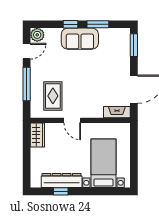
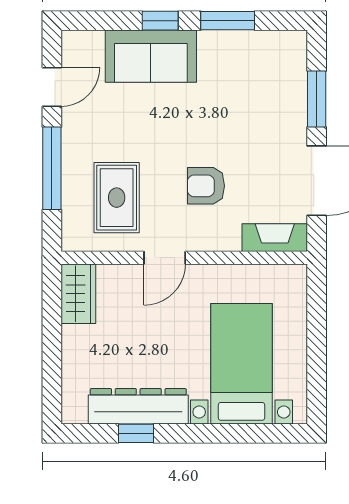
plant: (37, 35) -> (78, 47), removed
sofa: (80, 39) -> (151, 56), moved
window: (134, 45) -> (317, 99), moved
armchair: (89, 91) -> (206, 186), added
door: (72, 120) -> (165, 258), hinge flipped

